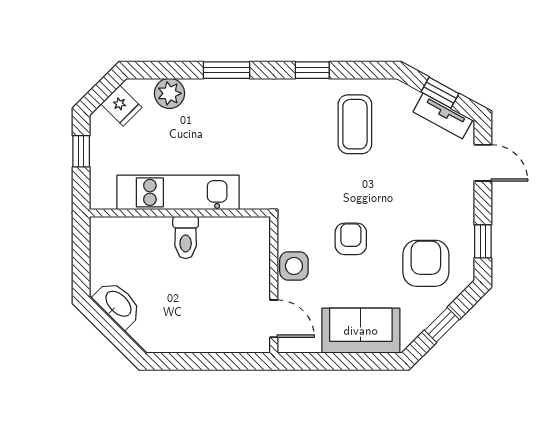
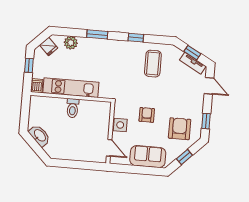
dishwasher: (103, 195) -> (37, 86), added

